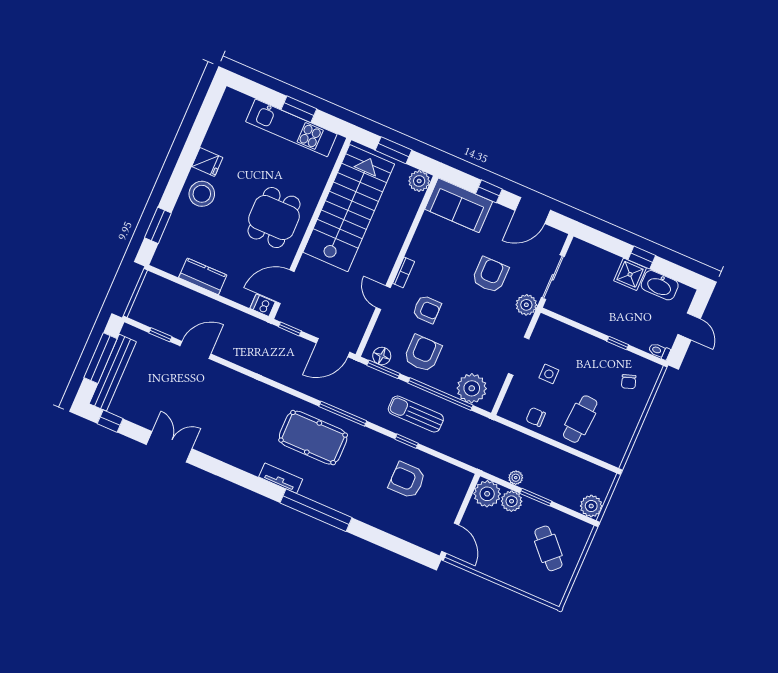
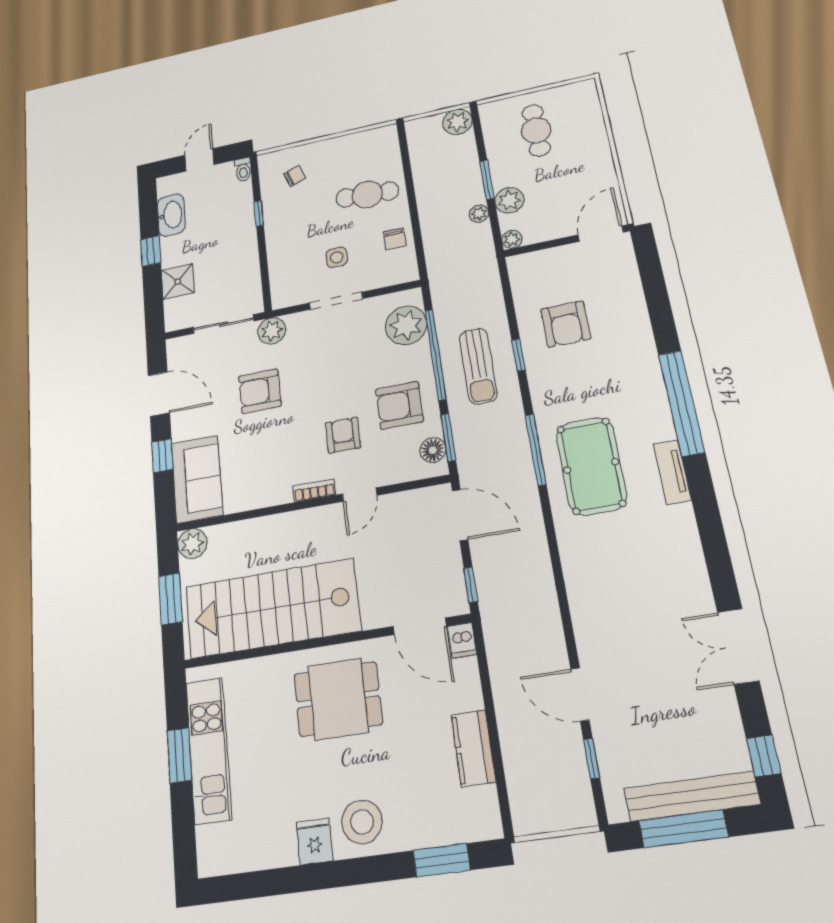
shower: (630, 274) -> (178, 282), moved
plant: (487, 494) -> (512, 239), width x0.53, depth x0.53
cafe table: (548, 548) -> (536, 130), turned -47

